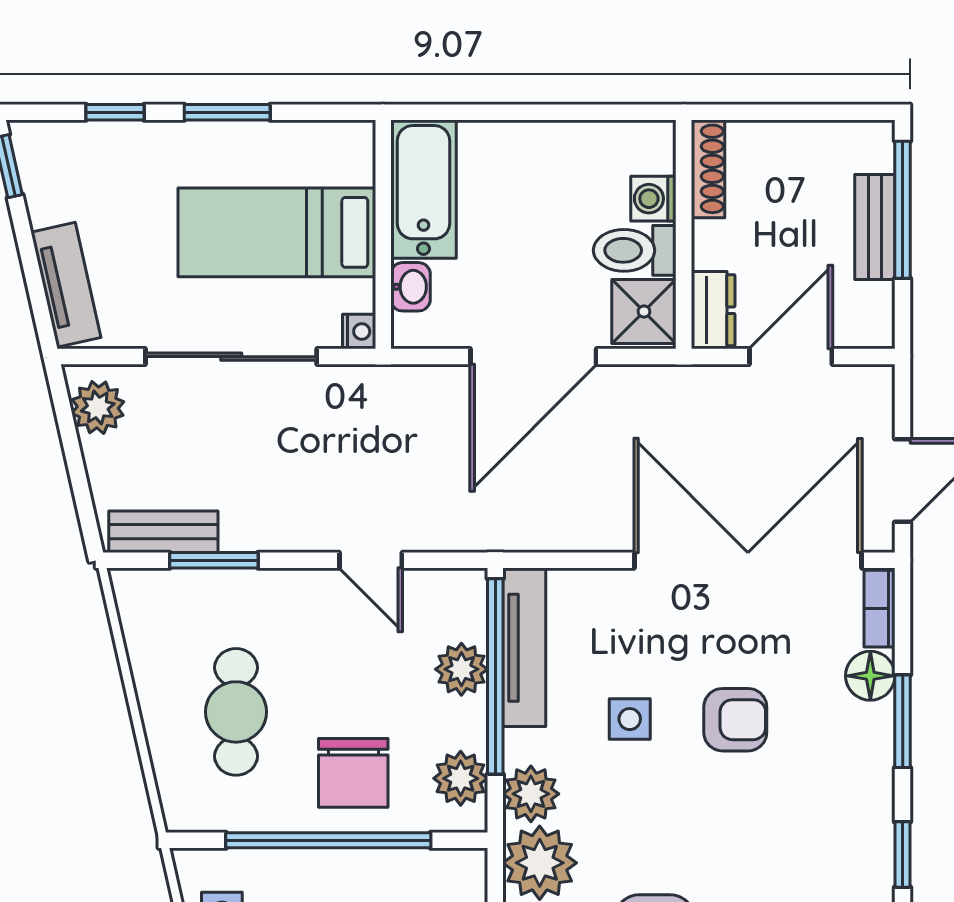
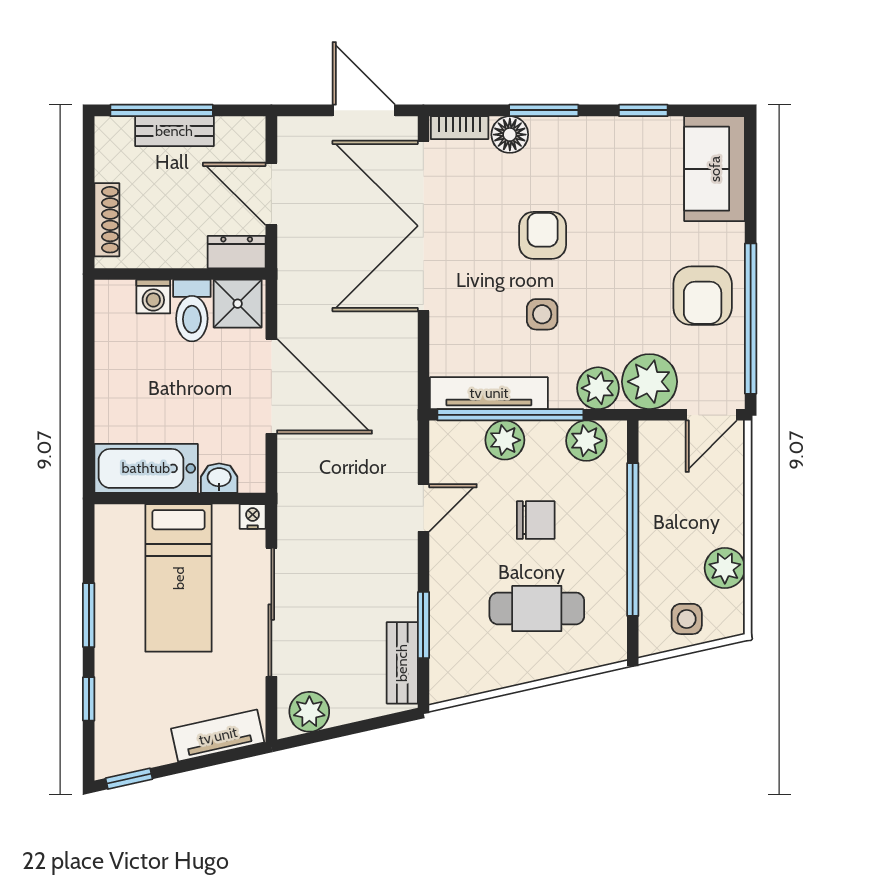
shoe rack: (708, 169) -> (107, 220), moved, turned 90
chair: (353, 773) -> (536, 520), moved, width x0.73, depth x0.73

